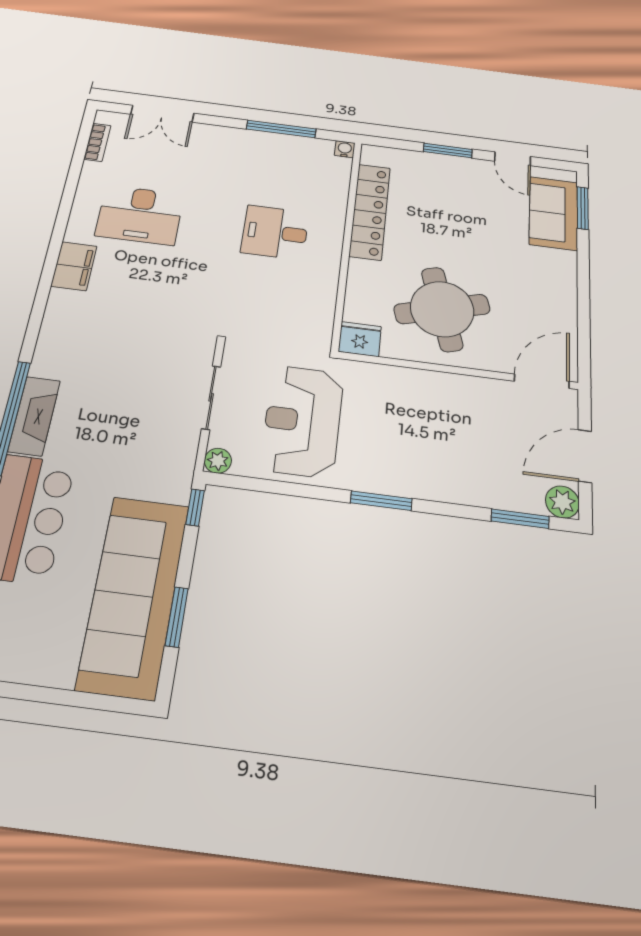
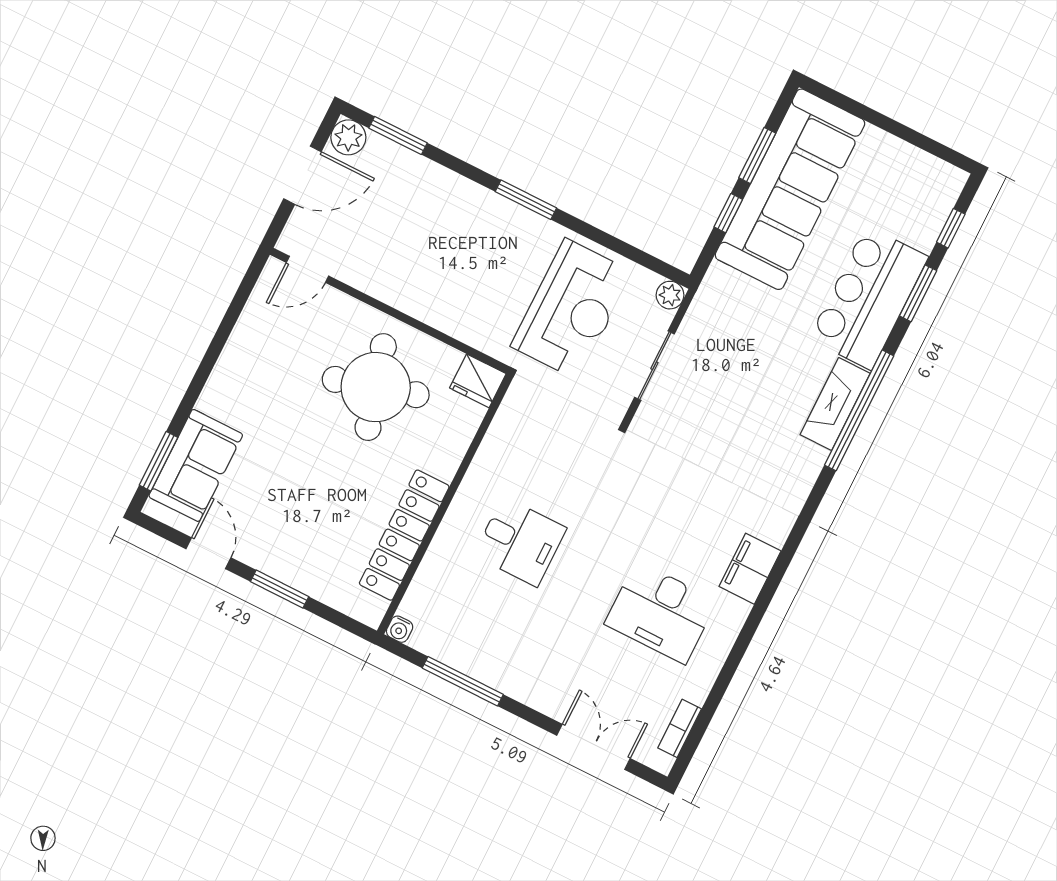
desk: (140, 215) -> (661, 612), turned 180
door: (542, 381) -> (308, 269), width x0.73
window: (195, 507) -> (728, 213), moved

